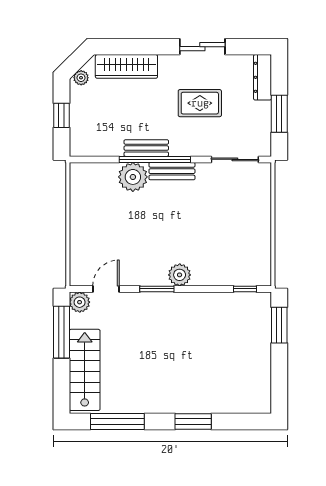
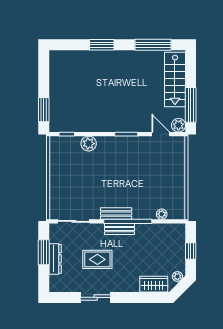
wardrobe: (126, 66) -> (154, 284), width x0.67
dresser: (262, 77) -> (55, 259), moved
bench: (146, 148) -> (120, 229), moved
plant: (133, 177) -> (162, 214), moved, width x0.53, depth x0.53
plant: (180, 275) -> (89, 144), moved
door: (106, 289) -> (161, 134), swing flipped

